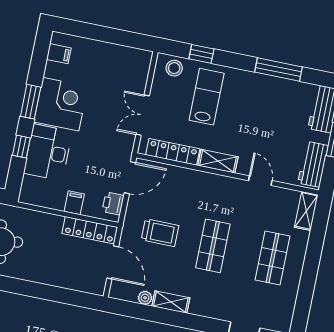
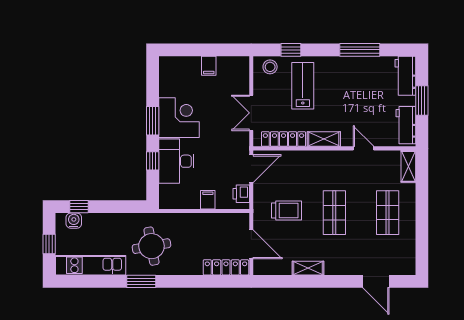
filing cabinet: (59, 54) -> (209, 66), moved, turned 90
locker: (90, 230) -> (226, 267), moved, turned 180
plant: (145, 298) -> (285, 269), removed

